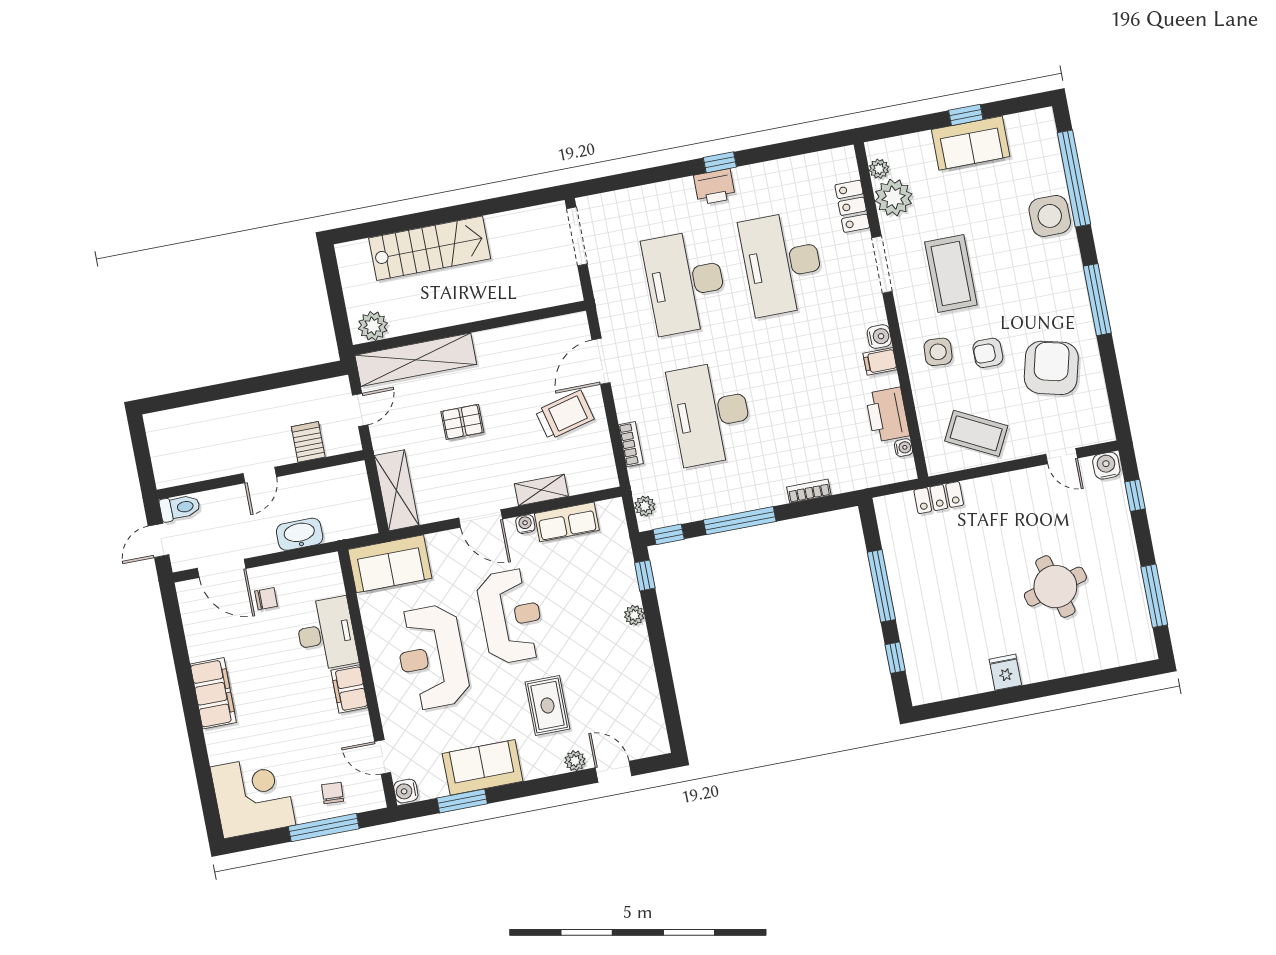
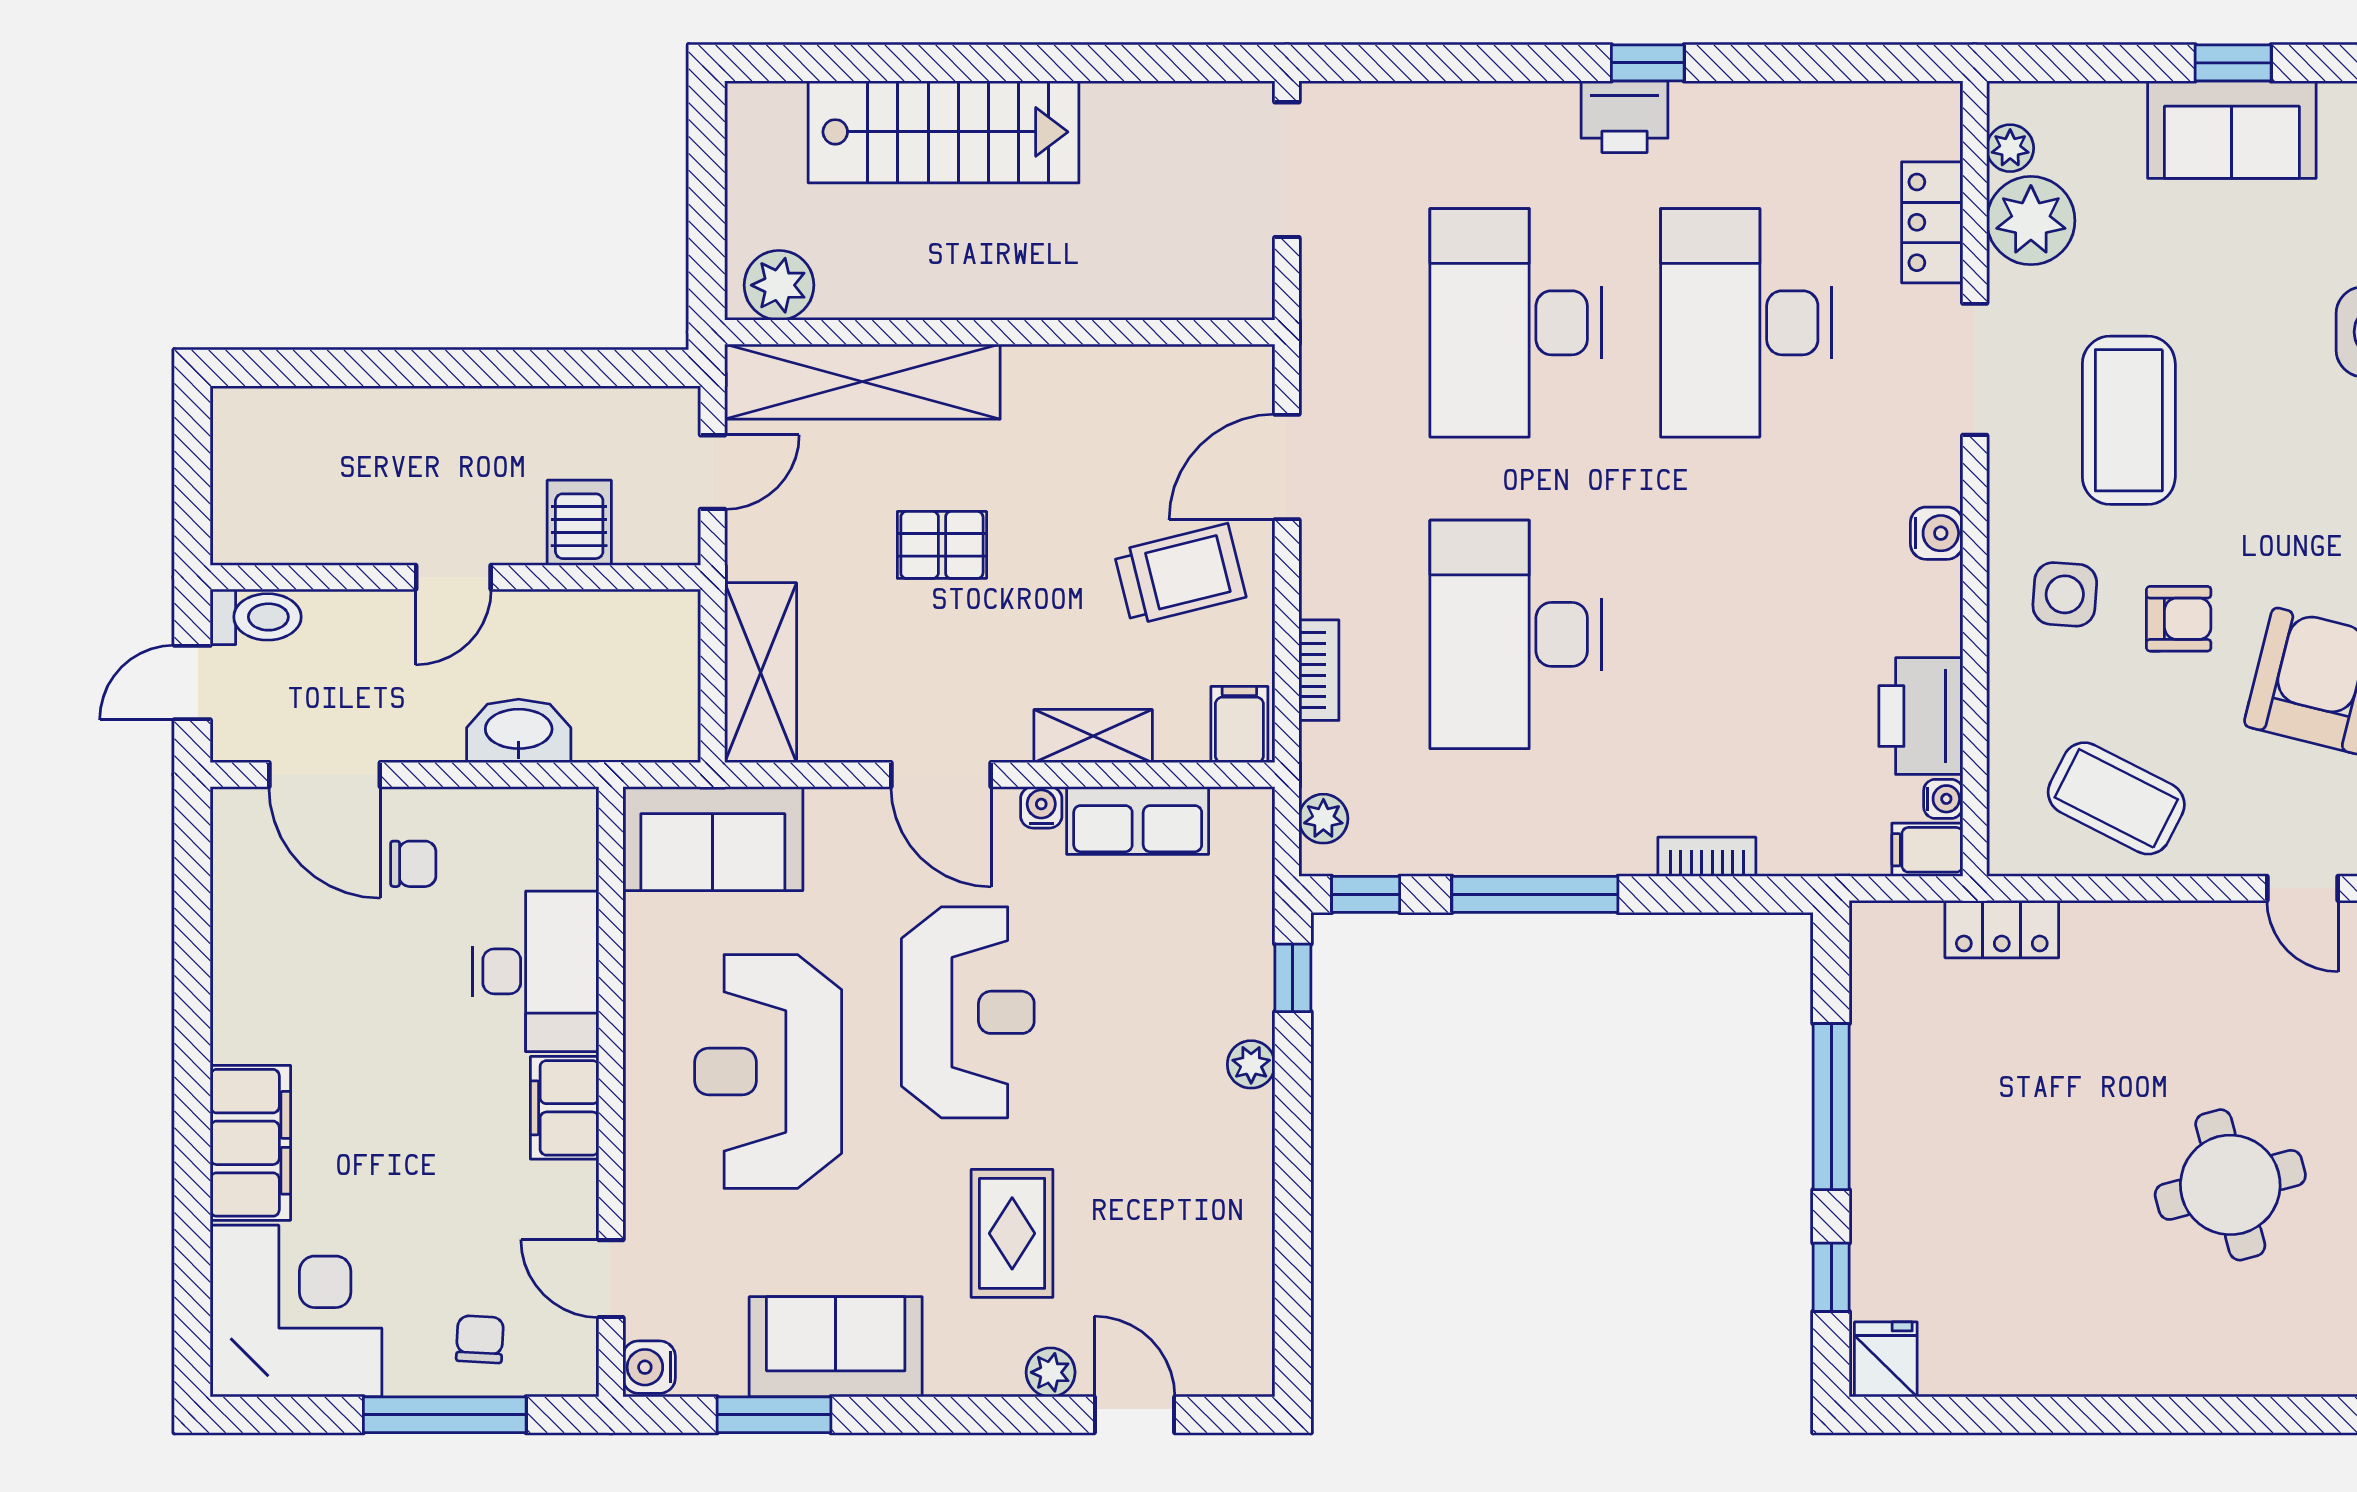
armchair: (988, 353) -> (2179, 619), turned 180
filing cabinet: (880, 361) -> (1927, 850), moved
filing cabinet: (602, 473) -> (1239, 725), added
fridge: (1005, 672) -> (1886, 1359), moved
filing cabinet: (213, 693) -> (250, 1143), moved

